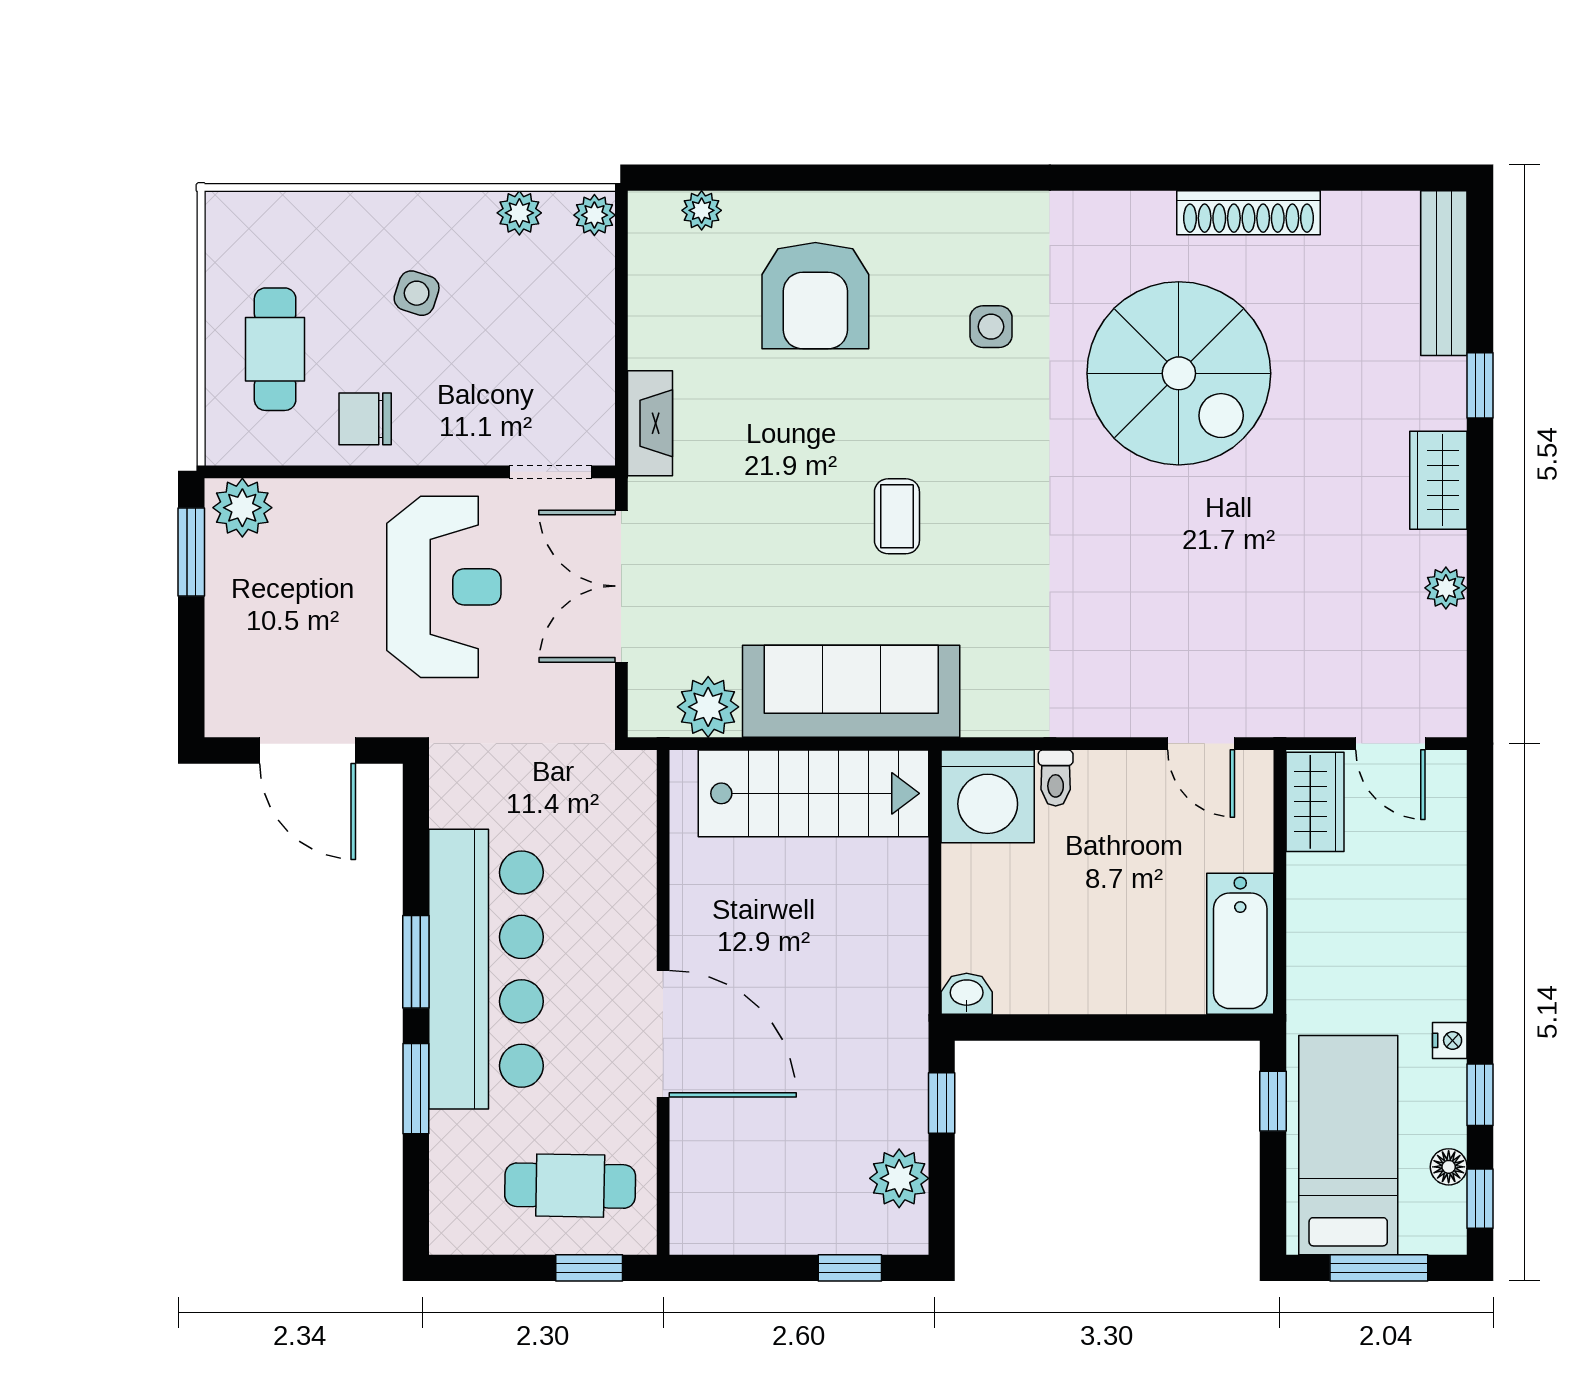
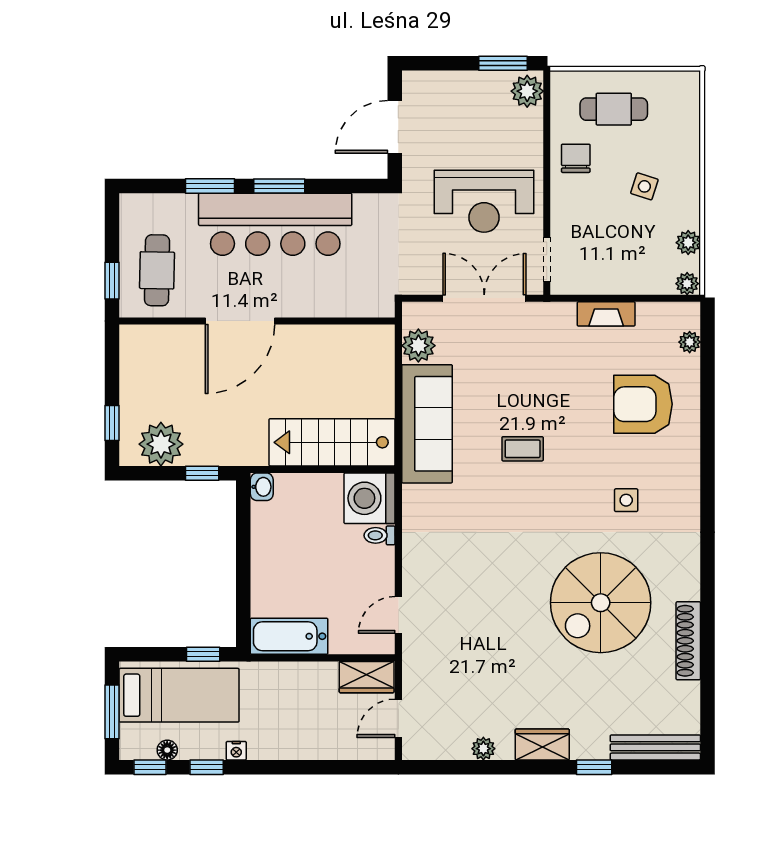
fireplace: (650, 423) -> (606, 314), moved
stairs: (813, 793) -> (332, 442), moved, turned 90
plant: (899, 1178) -> (161, 444), width x1.36, depth x1.36

